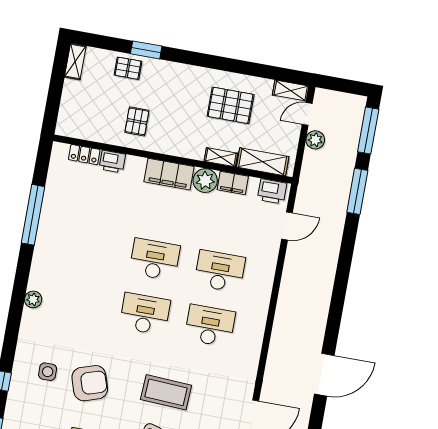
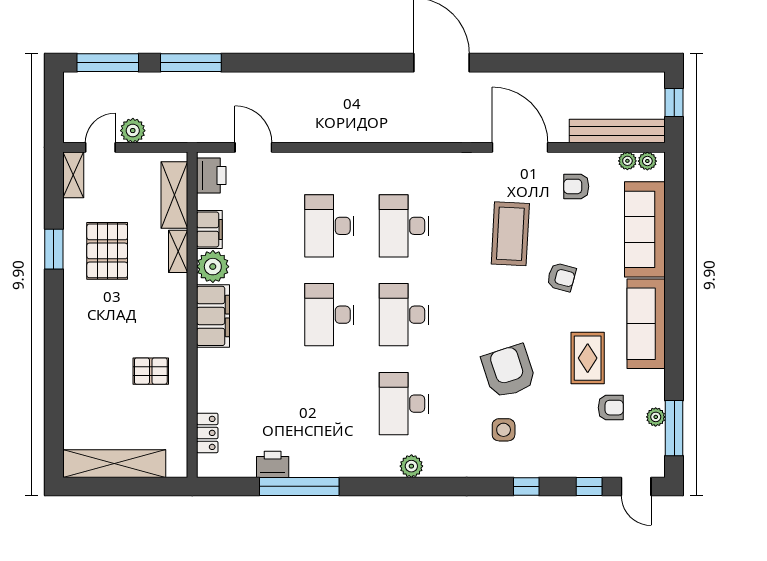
window: (146, 50) -> (54, 249), moved
shelving: (75, 62) -> (114, 464), width x2.20, depth x1.33
pallet: (128, 68) -> (82, 396), removed
door: (307, 114) -> (100, 147), swing flipped
printer: (112, 162) -> (273, 464), moved, turned -90
desk: (80, 302) -> (404, 404), added
coffee table: (166, 392) -> (510, 234), moved

